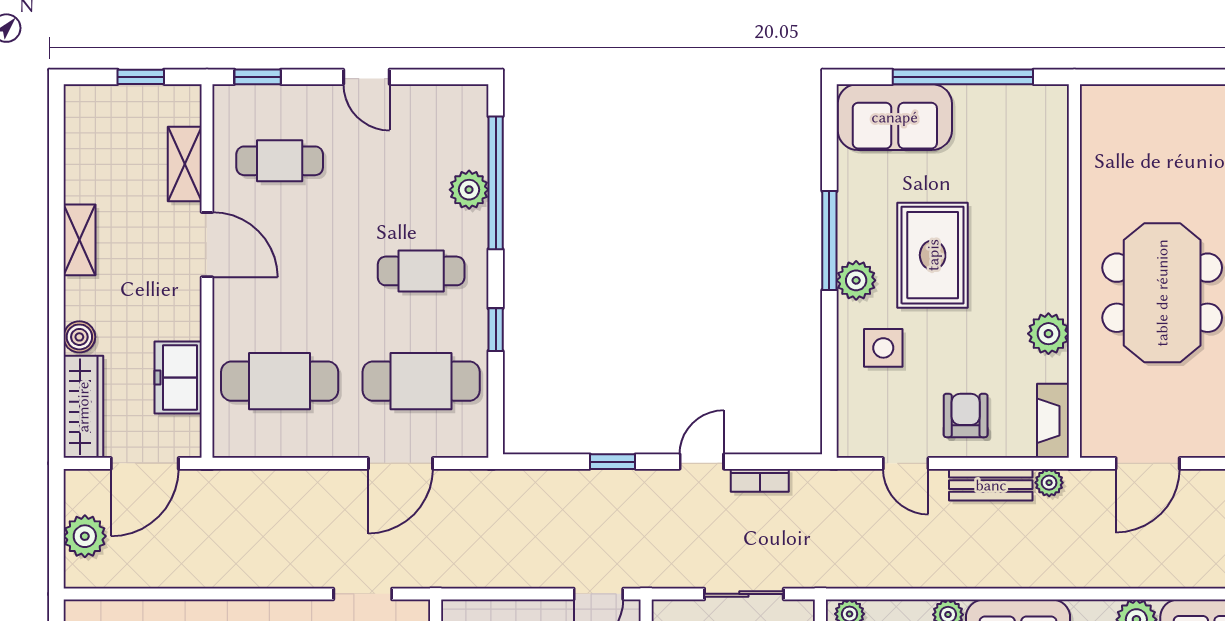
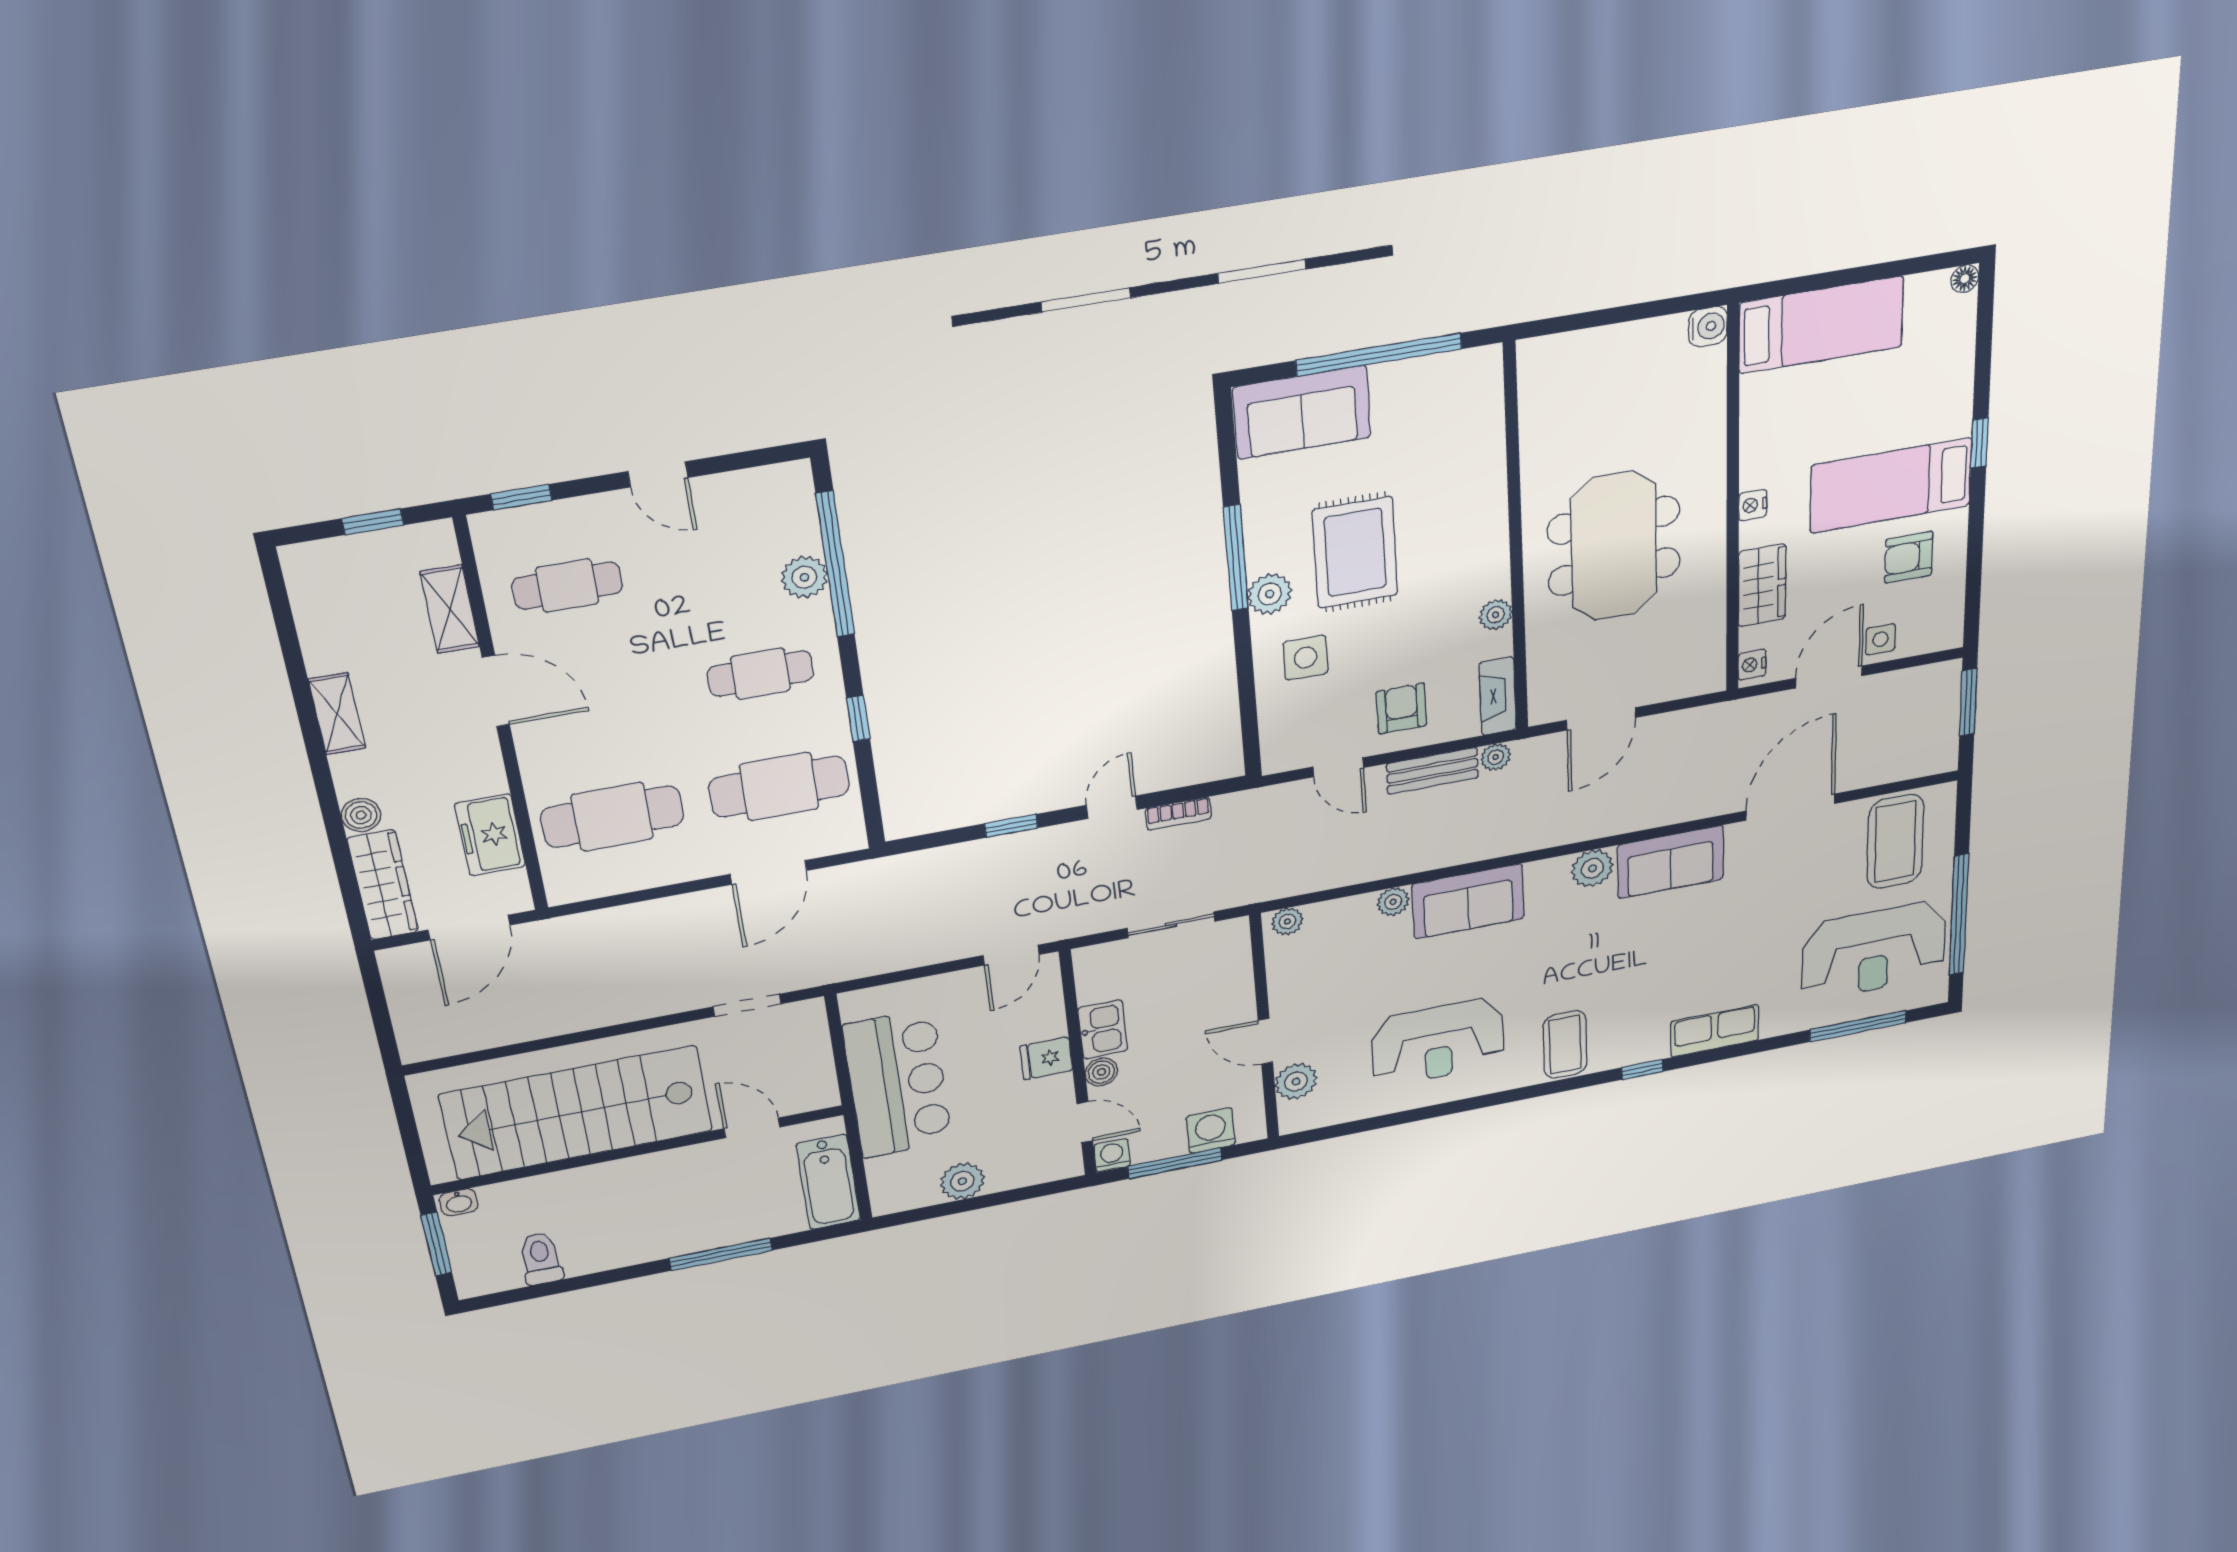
plant: (1048, 334) -> (1496, 615), width x0.73, depth x0.73
plant: (85, 536) -> (415, 1011), removed

